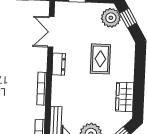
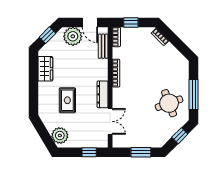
window: (128, 18) -> (45, 136), removed
dresser: (59, 64) -> (102, 94), width x1.44

